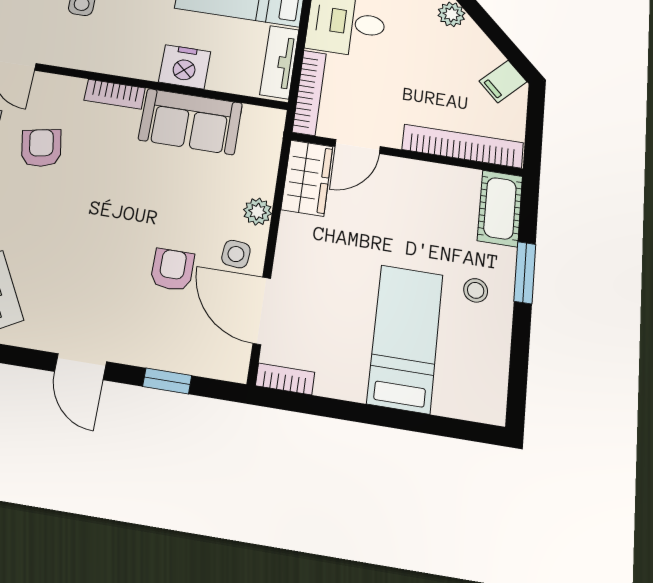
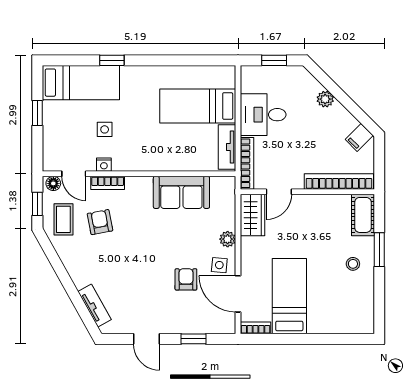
nightstand: (185, 67) -> (104, 165), moved, width x0.53, depth x0.56
bookcase: (115, 94) -> (108, 183), moved
bed: (405, 338) -> (289, 296), moved

